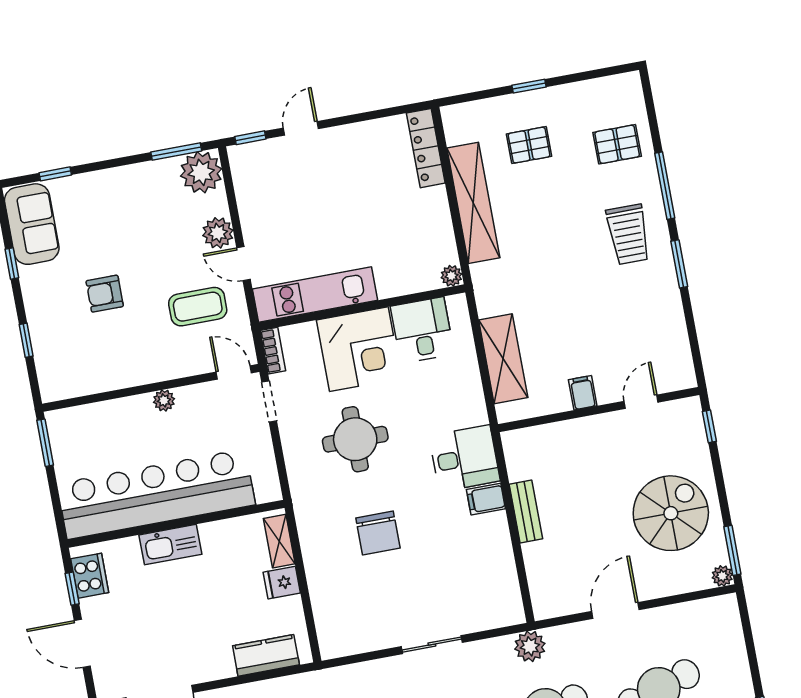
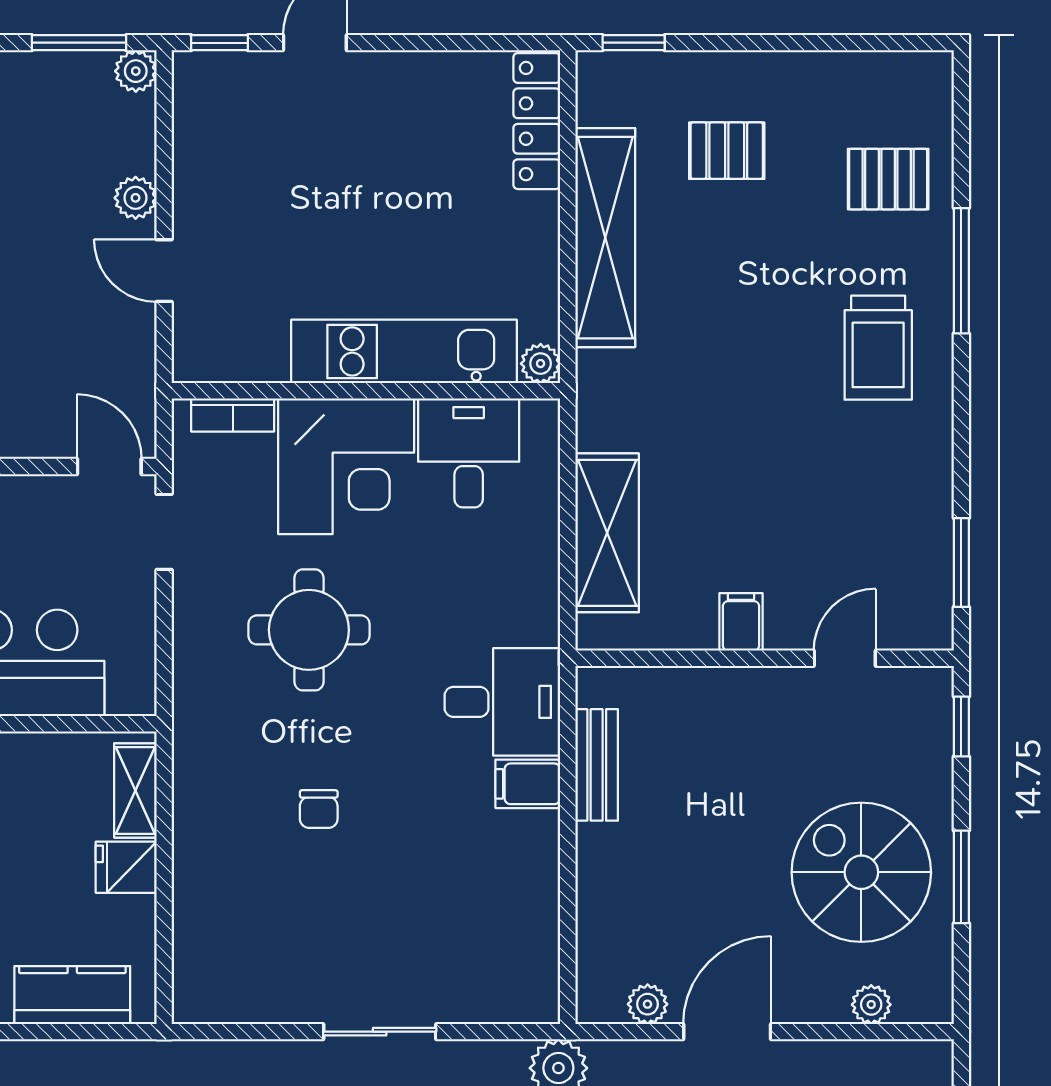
window: (529, 86) -> (634, 43), moved
plant: (201, 172) -> (136, 71), width x0.53, depth x0.53
plant: (218, 233) -> (136, 198), width x0.73, depth x0.73
window: (679, 264) -> (961, 562), moved
kitchen unit: (315, 295) -> (404, 351), moved
coffee table: (198, 307) -> (66, 334), removed
bookcase: (273, 351) -> (233, 415), moved, turned 90
bench: (526, 512) -> (597, 765), moved
spiral stairs: (671, 513) -> (861, 872), turned -90
chair: (378, 533) -> (319, 809), width x0.54, depth x0.54
window: (732, 550) -> (961, 877), moved
plant: (722, 576) -> (871, 1005), moved
plant: (571, 604) -> (648, 1004), added

